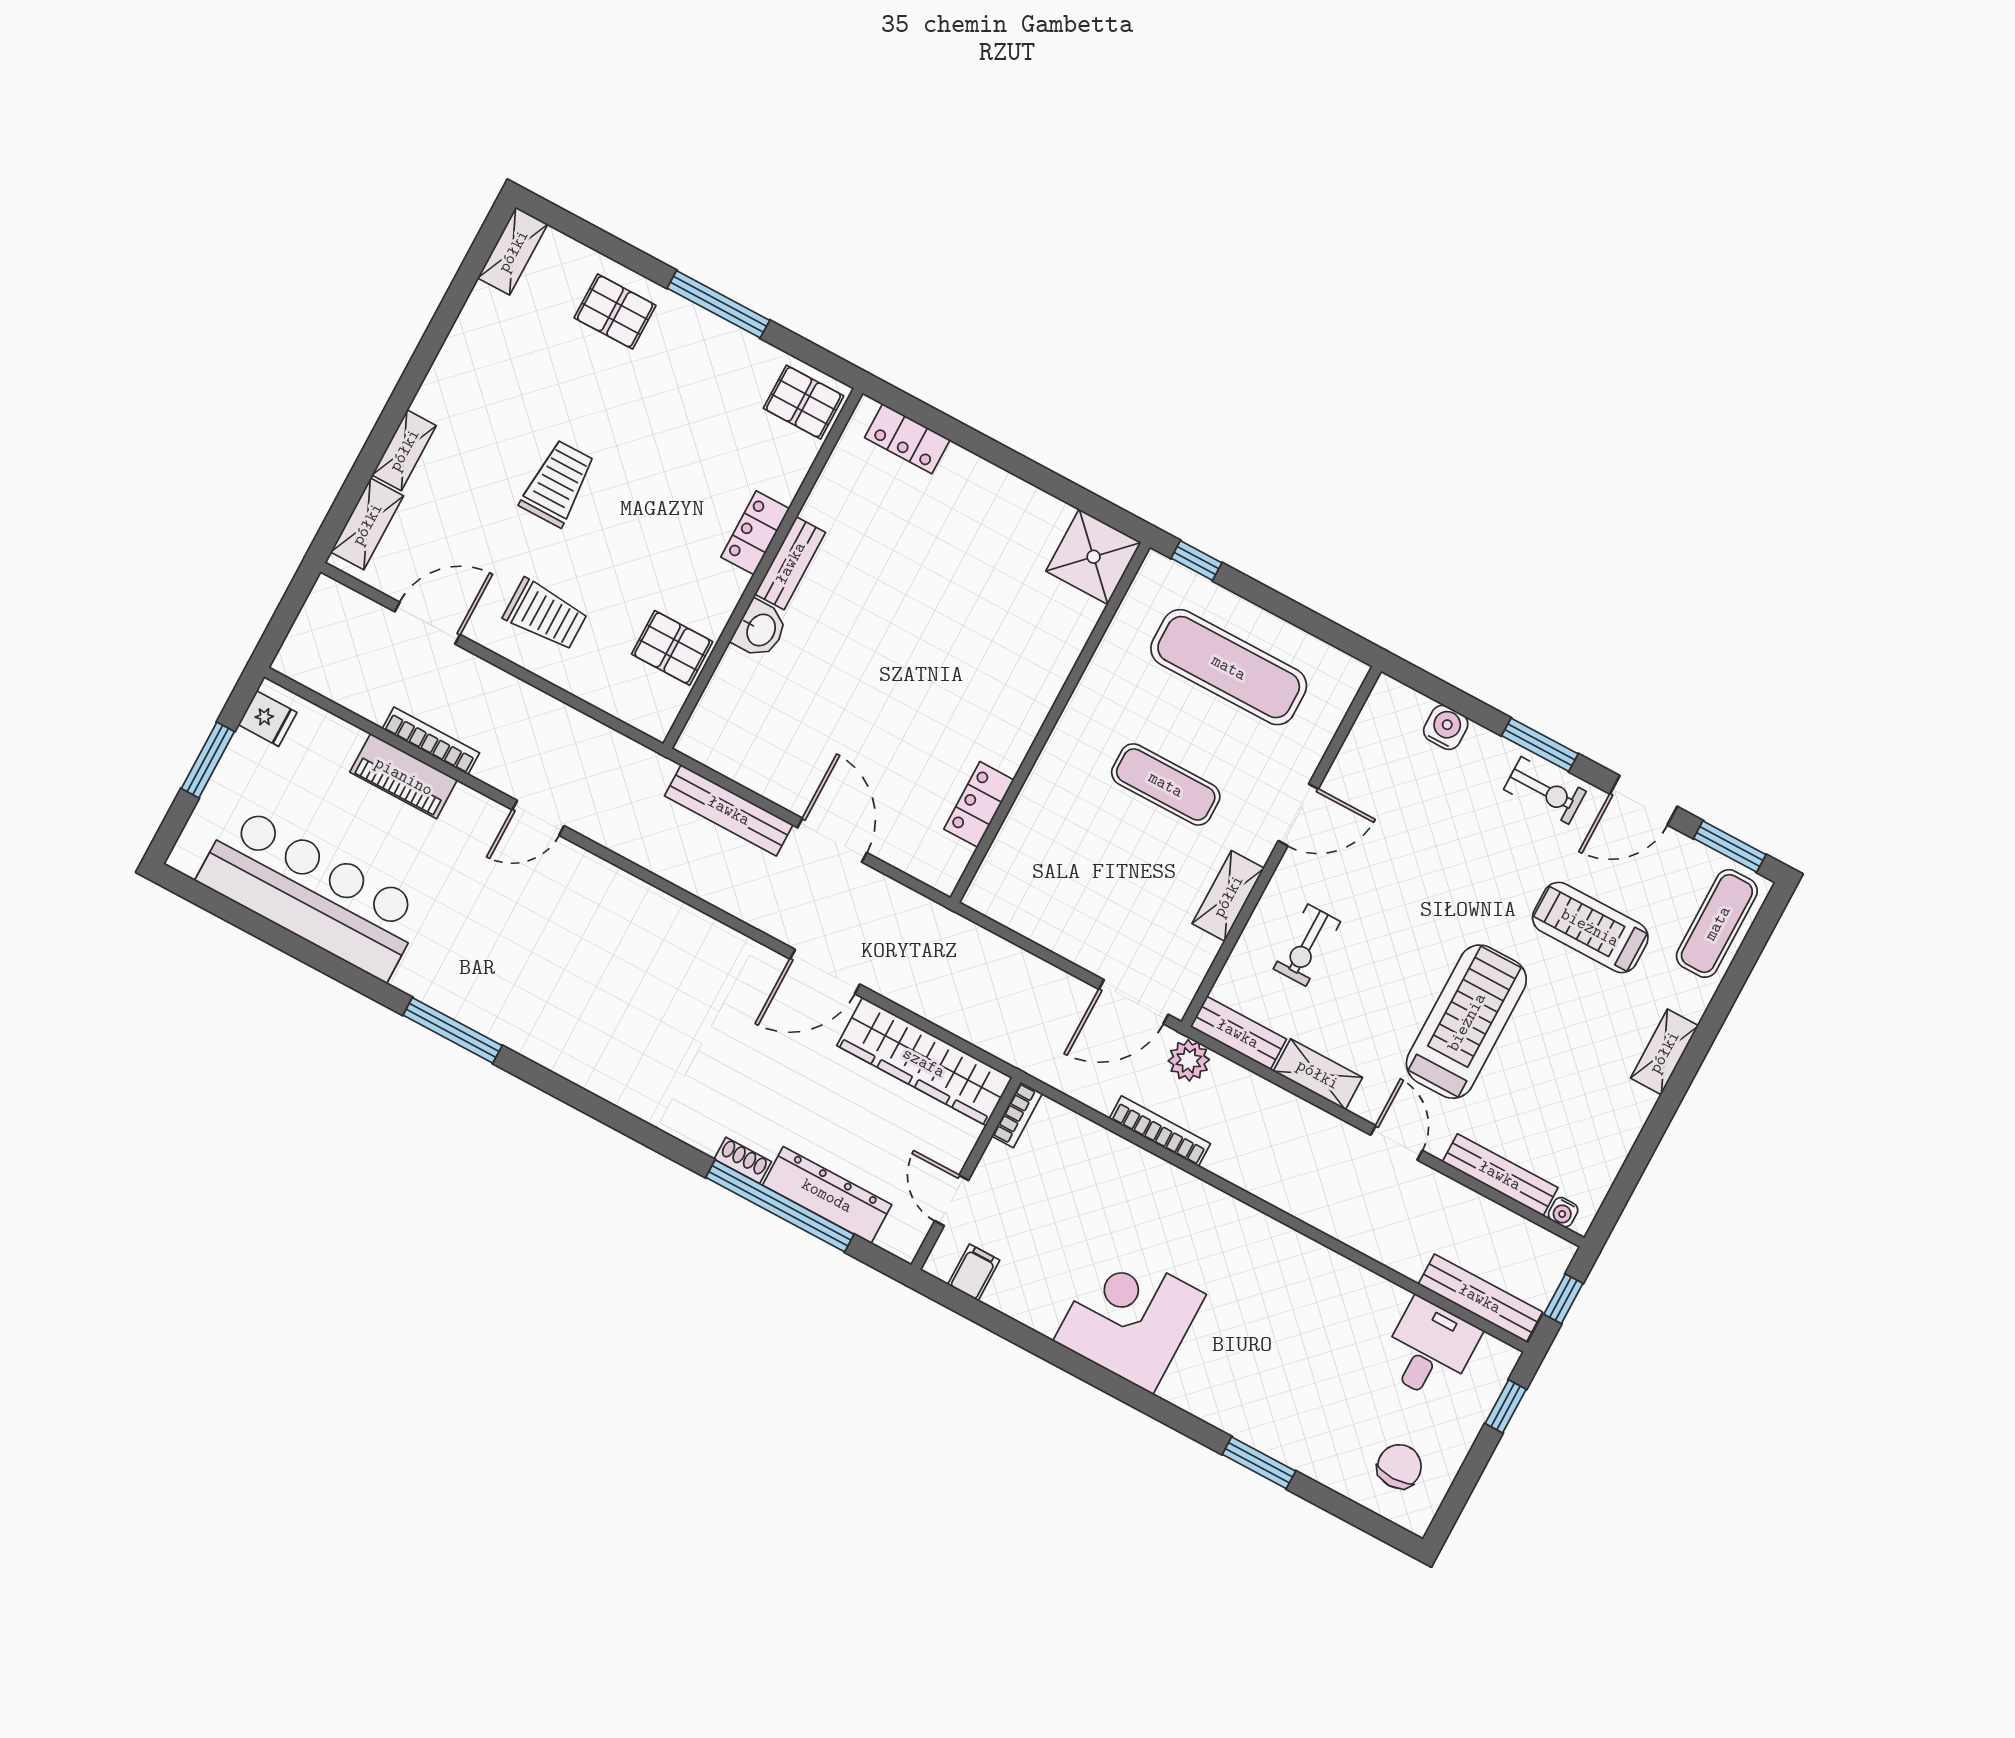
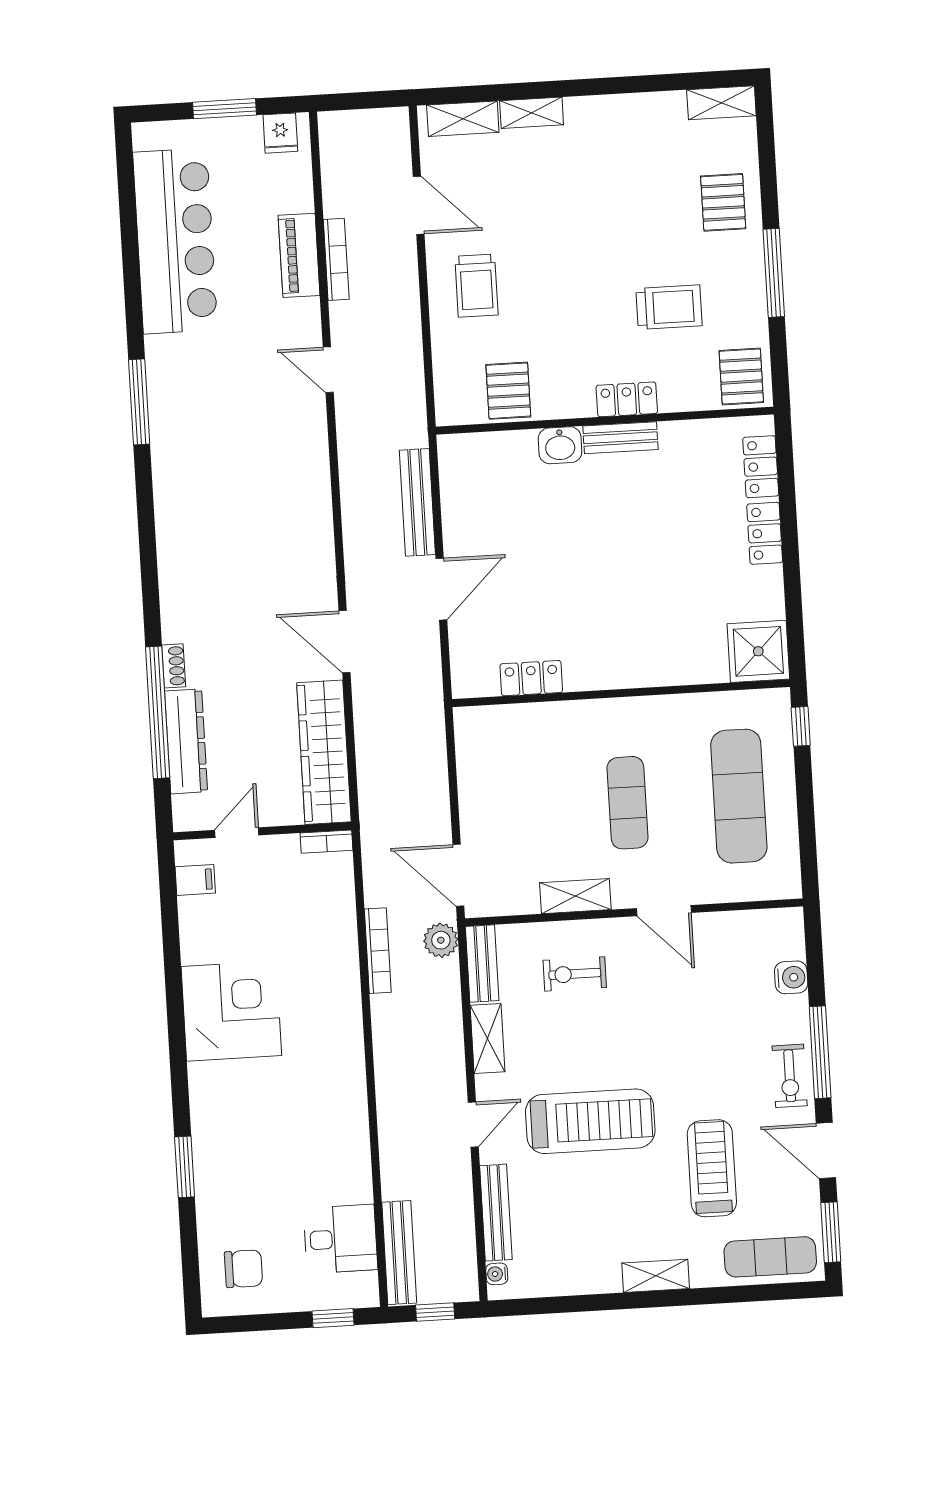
locker: (978, 476) -> (765, 533), added
trolley: (558, 483) -> (669, 307), moved
window: (1540, 745) -> (820, 1052), width x1.44

